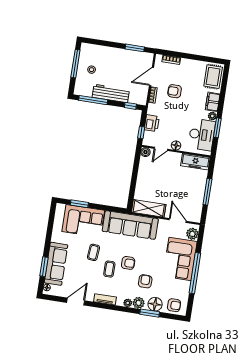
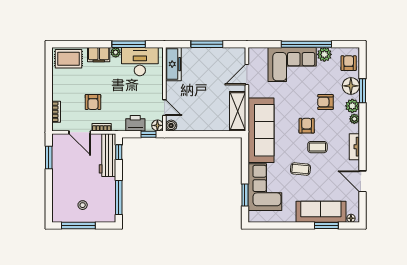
workbench: (111, 93) -> (107, 155), moved
window: (217, 128) -> (129, 44), width x1.44
floor lamp: (176, 145) -> (157, 125), moved
plant: (192, 234) -> (324, 54), moved

